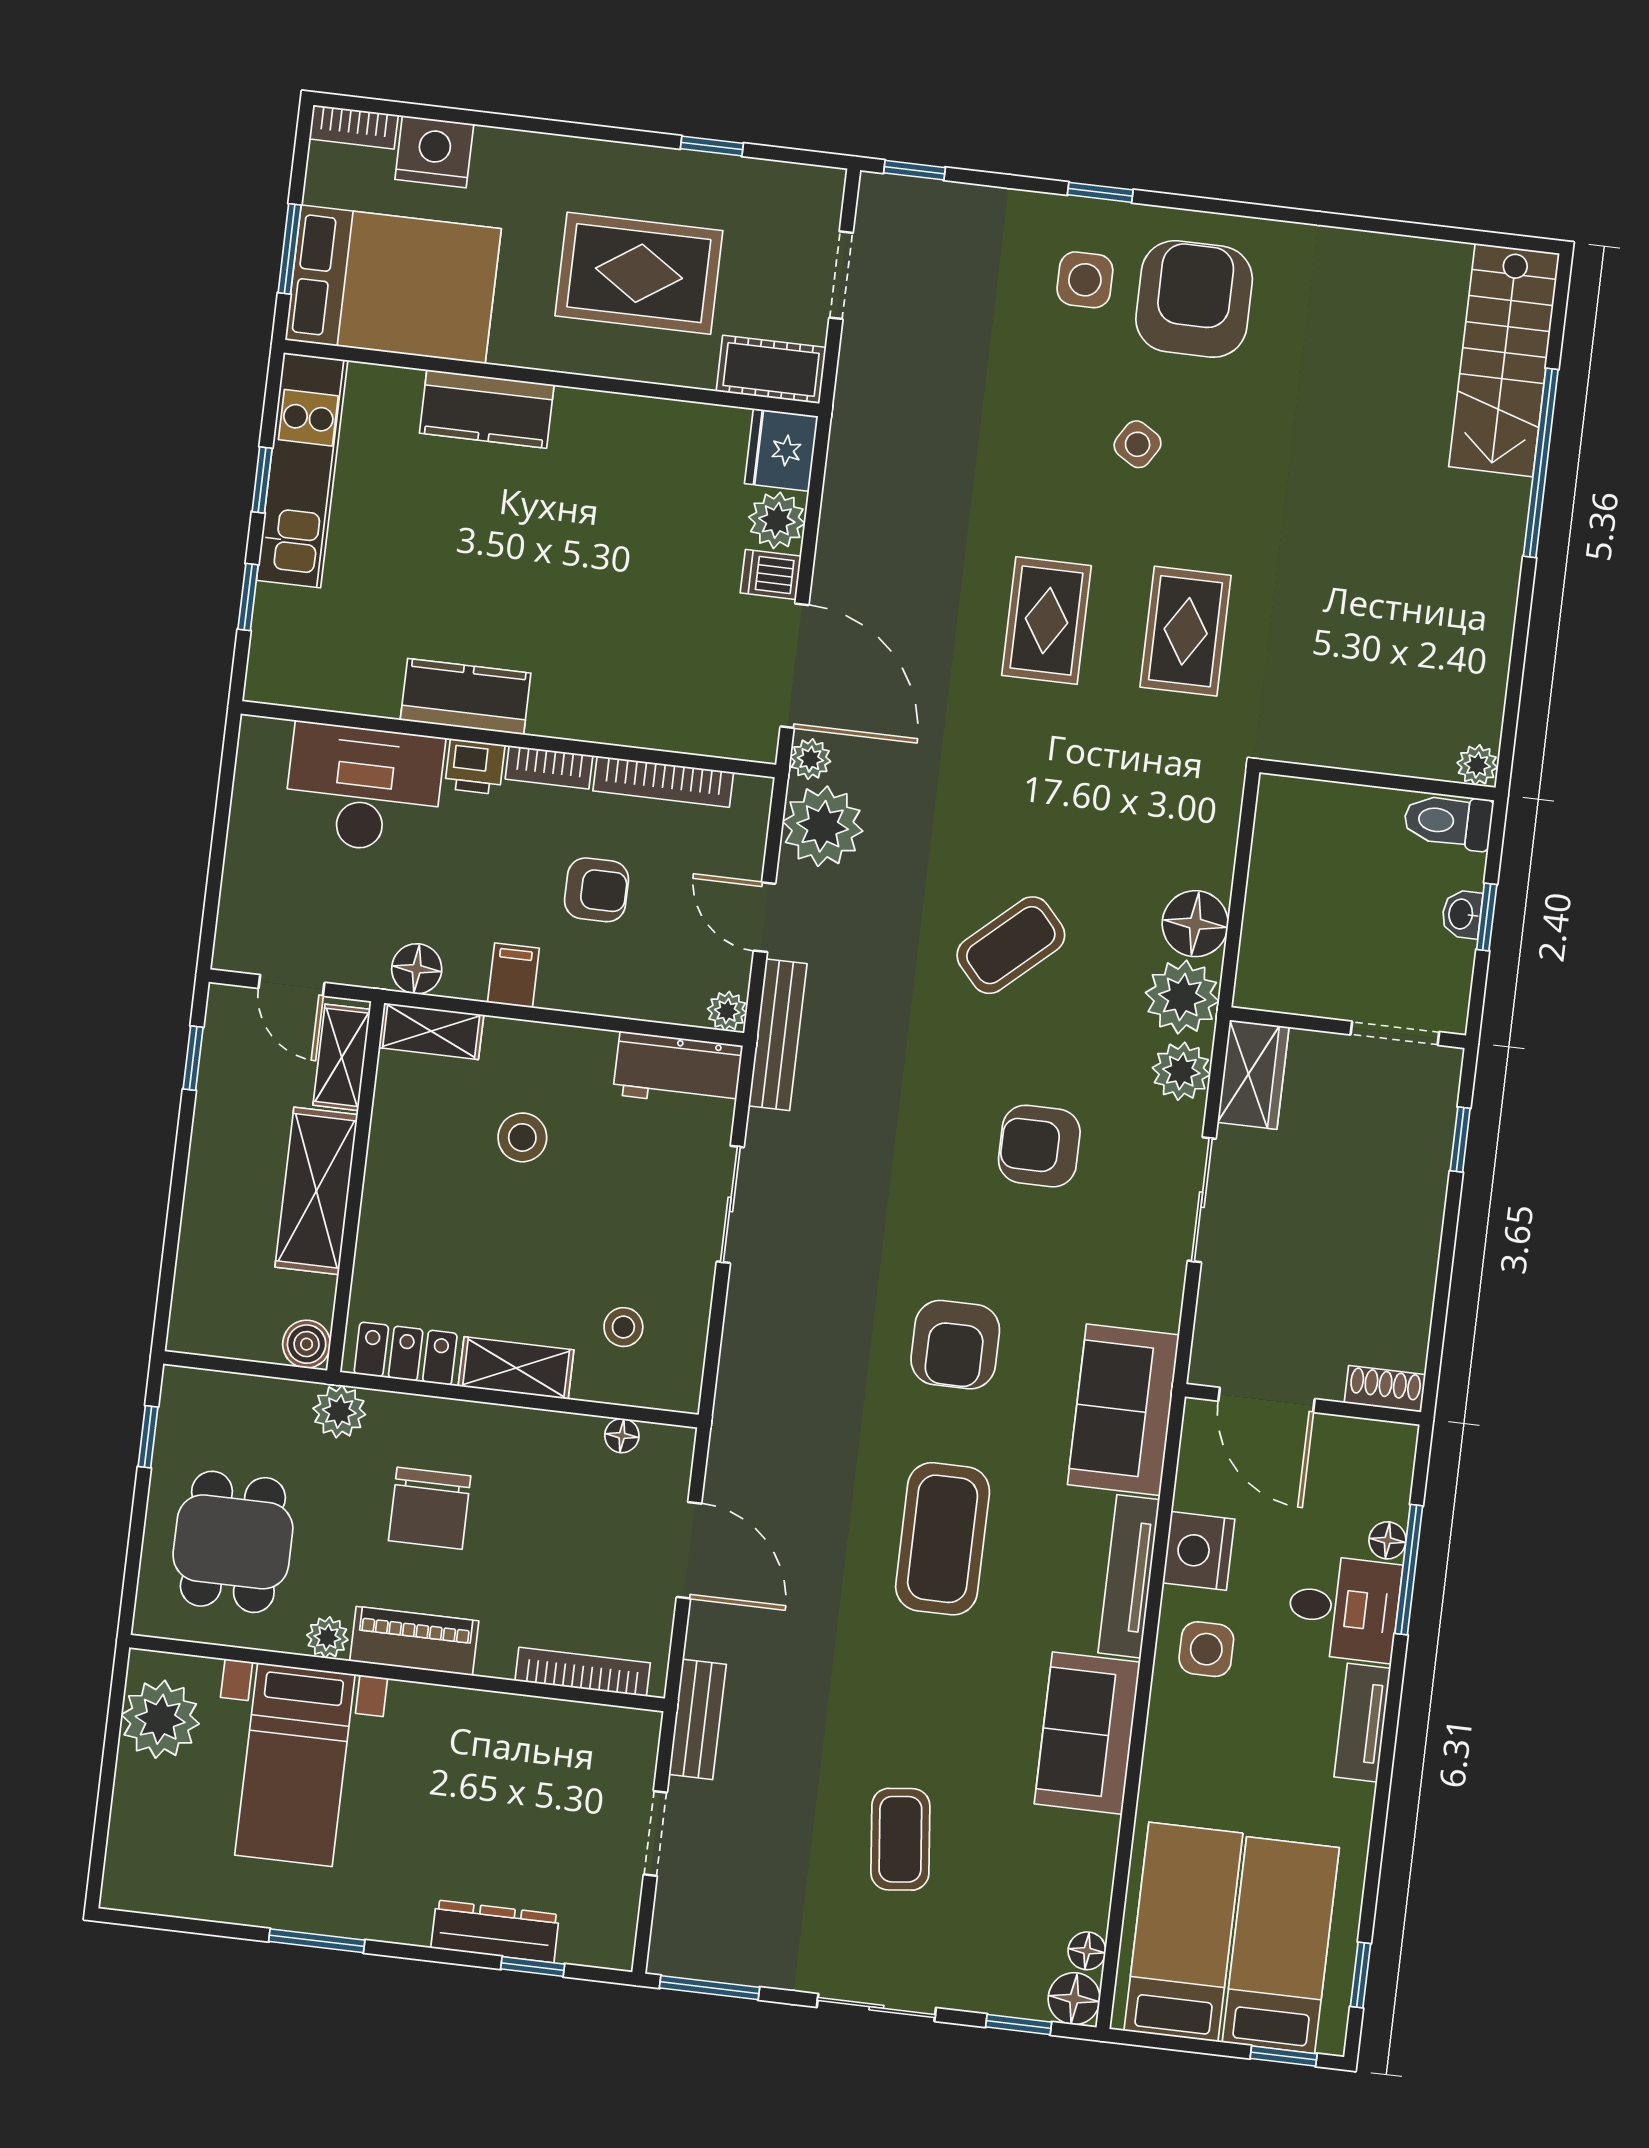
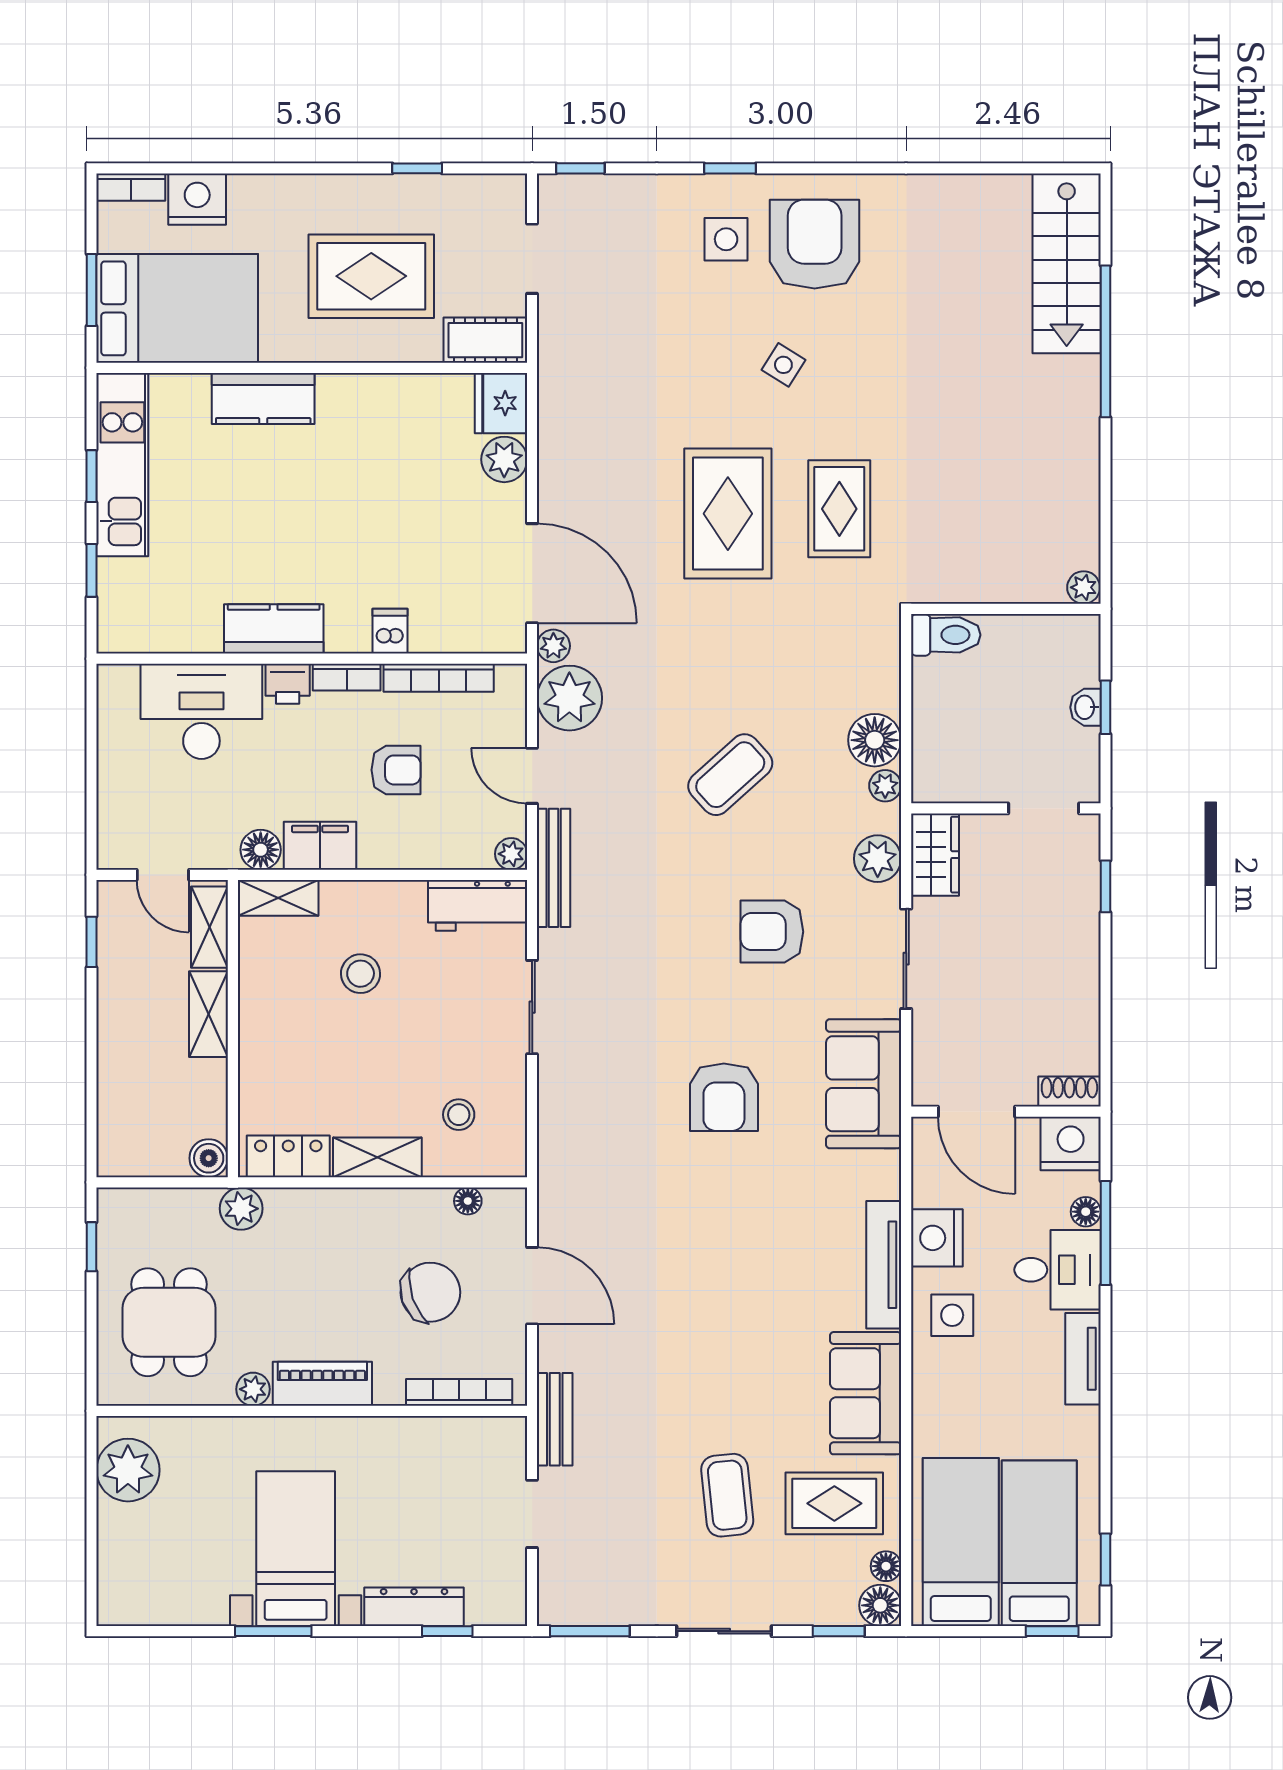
dishwasher: (771, 575) -> (390, 631), moved, turned 90
rug: (1047, 621) -> (728, 514), width x1.36, depth x1.43
toilet: (1448, 821) -> (946, 635), moved, turned 180
filing cabinet: (513, 975) -> (320, 846), width x2.00
plant: (1182, 997) -> (885, 786), width x0.53, depth x0.53
shelving: (316, 1191) -> (208, 1014), width x0.67, depth x0.75
sofa: (1123, 1410) -> (864, 1084), moved
nightstand: (1379, 1453) -> (1071, 1143), added
chair: (430, 1508) -> (430, 1292), moved, turned -109
coffee table: (943, 1539) -> (732, 1253), removed
bed with nightstands: (295, 1765) -> (296, 1549), moved, turned 180
rug: (1032, 1865) -> (834, 1503), added

